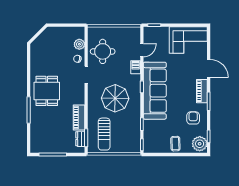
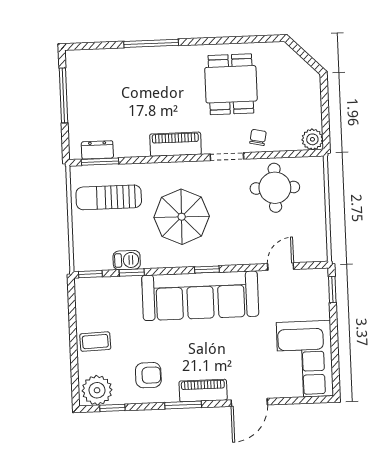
plant: (79, 44) -> (312, 139), moved
door: (142, 50) -> (281, 267), swing flipped
barbecue: (136, 67) -> (127, 260), moved
dining table: (47, 91) -> (231, 84), moved, turned 90
piano: (79, 118) -> (176, 144), moved

